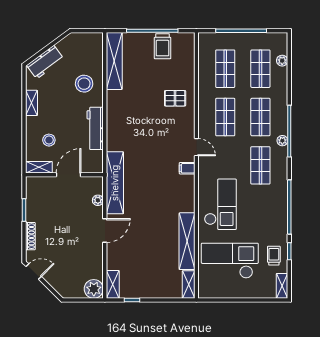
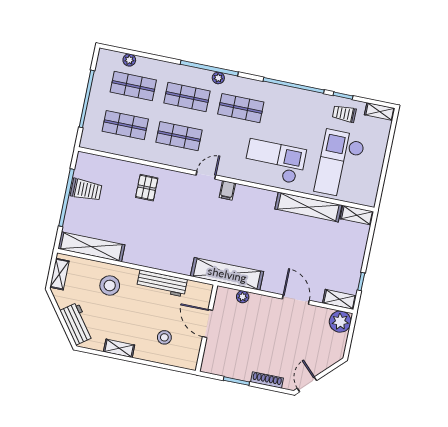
shelving: (39, 167) -> (59, 274), moved
door: (105, 230) -> (296, 300), moved

